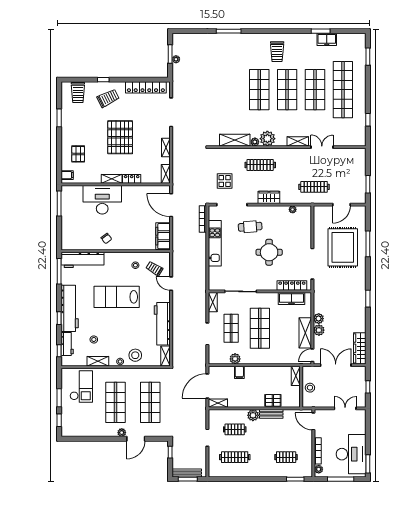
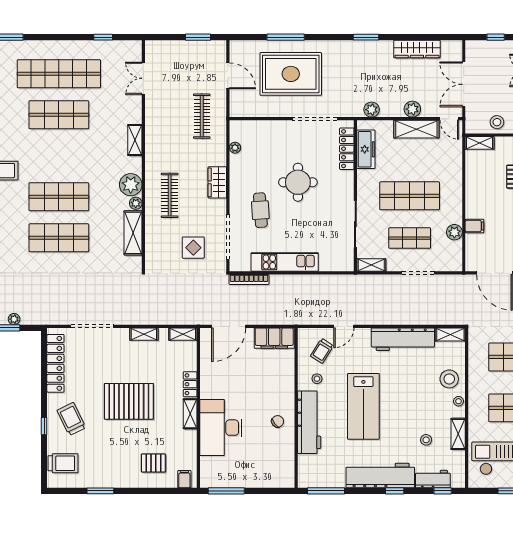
shop shelf: (287, 90) -> (59, 238), moved
double door: (322, 147) -> (143, 78), moved
workbench: (82, 260) -> (309, 422), moved
plant: (319, 319) -> (372, 110), moved
wardrobe: (360, 348) -> (417, 49), moved

